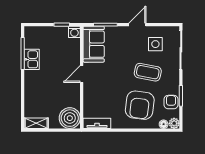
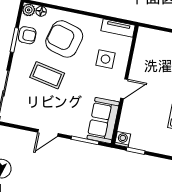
side table: (155, 44) -> (105, 59), moved
armchair: (171, 102) -> (27, 35), turned -90
armchair: (140, 105) -> (64, 39), turned -82
boiler: (70, 118) -> (148, 41), removed

